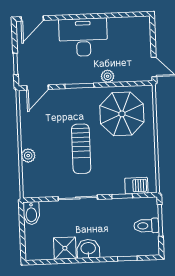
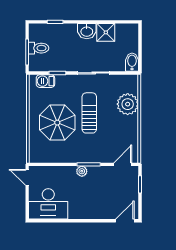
desk: (83, 37) -> (48, 204), moved
plant: (108, 76) -> (82, 171), moved
parasol: (122, 114) -> (57, 123), moved
plant: (28, 156) -> (128, 104), width x1.87, depth x1.87

